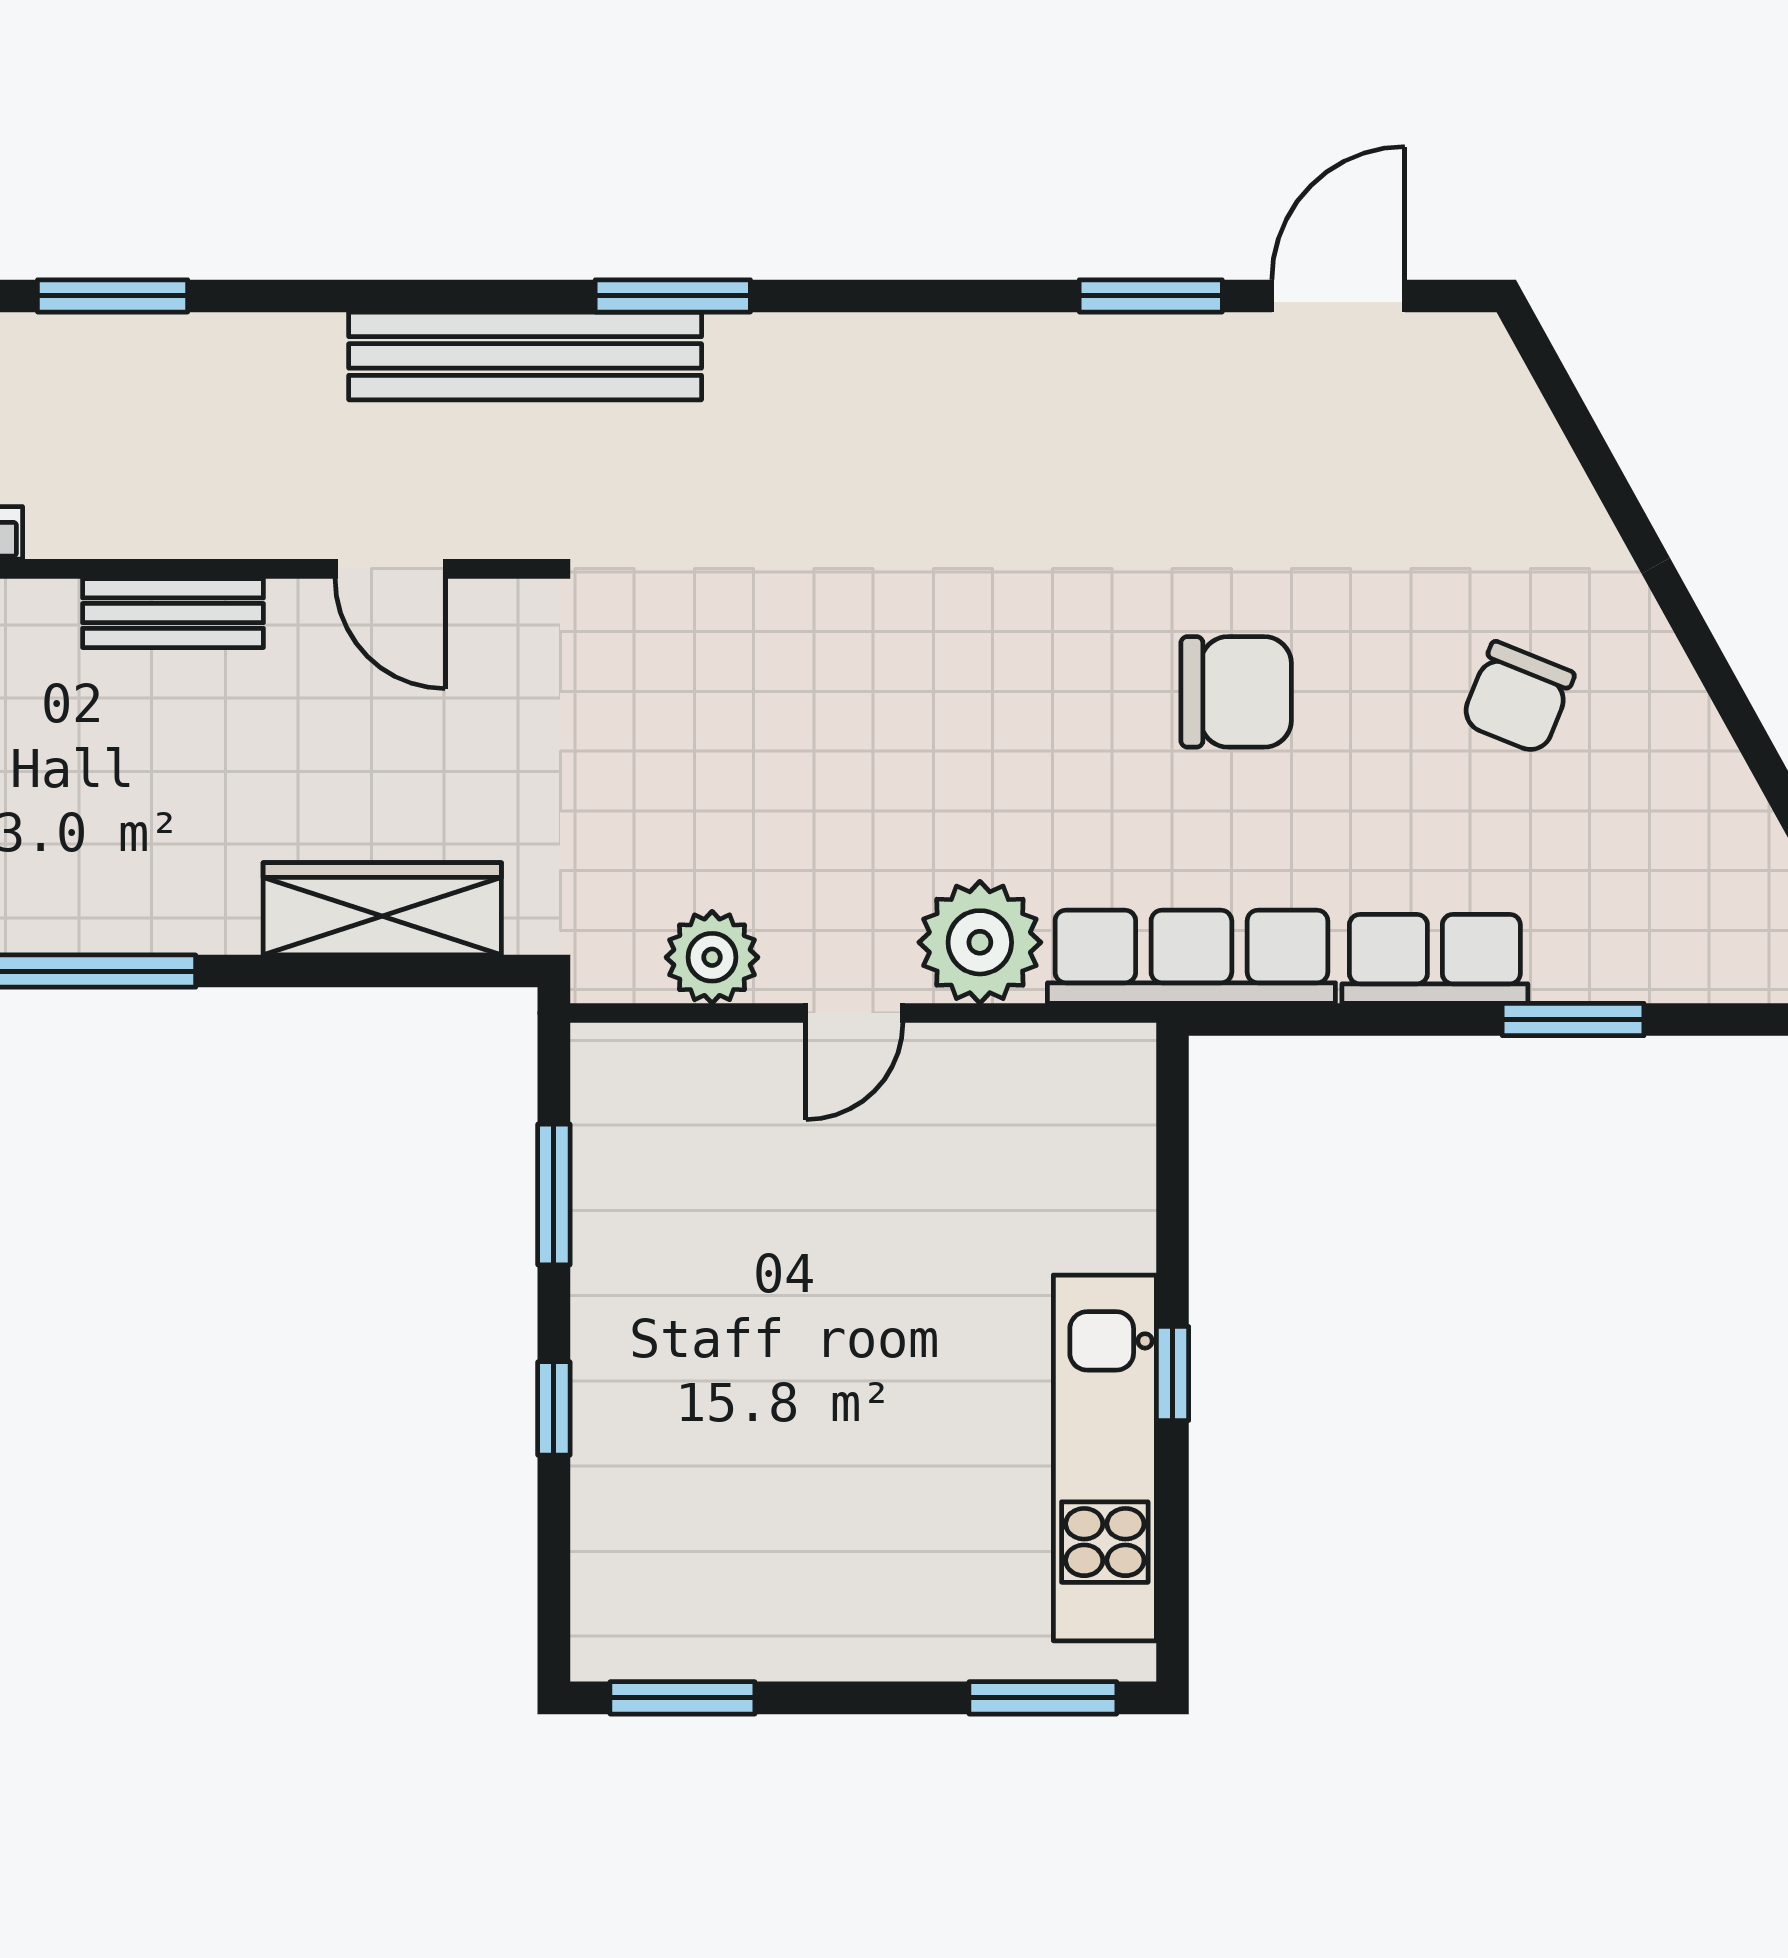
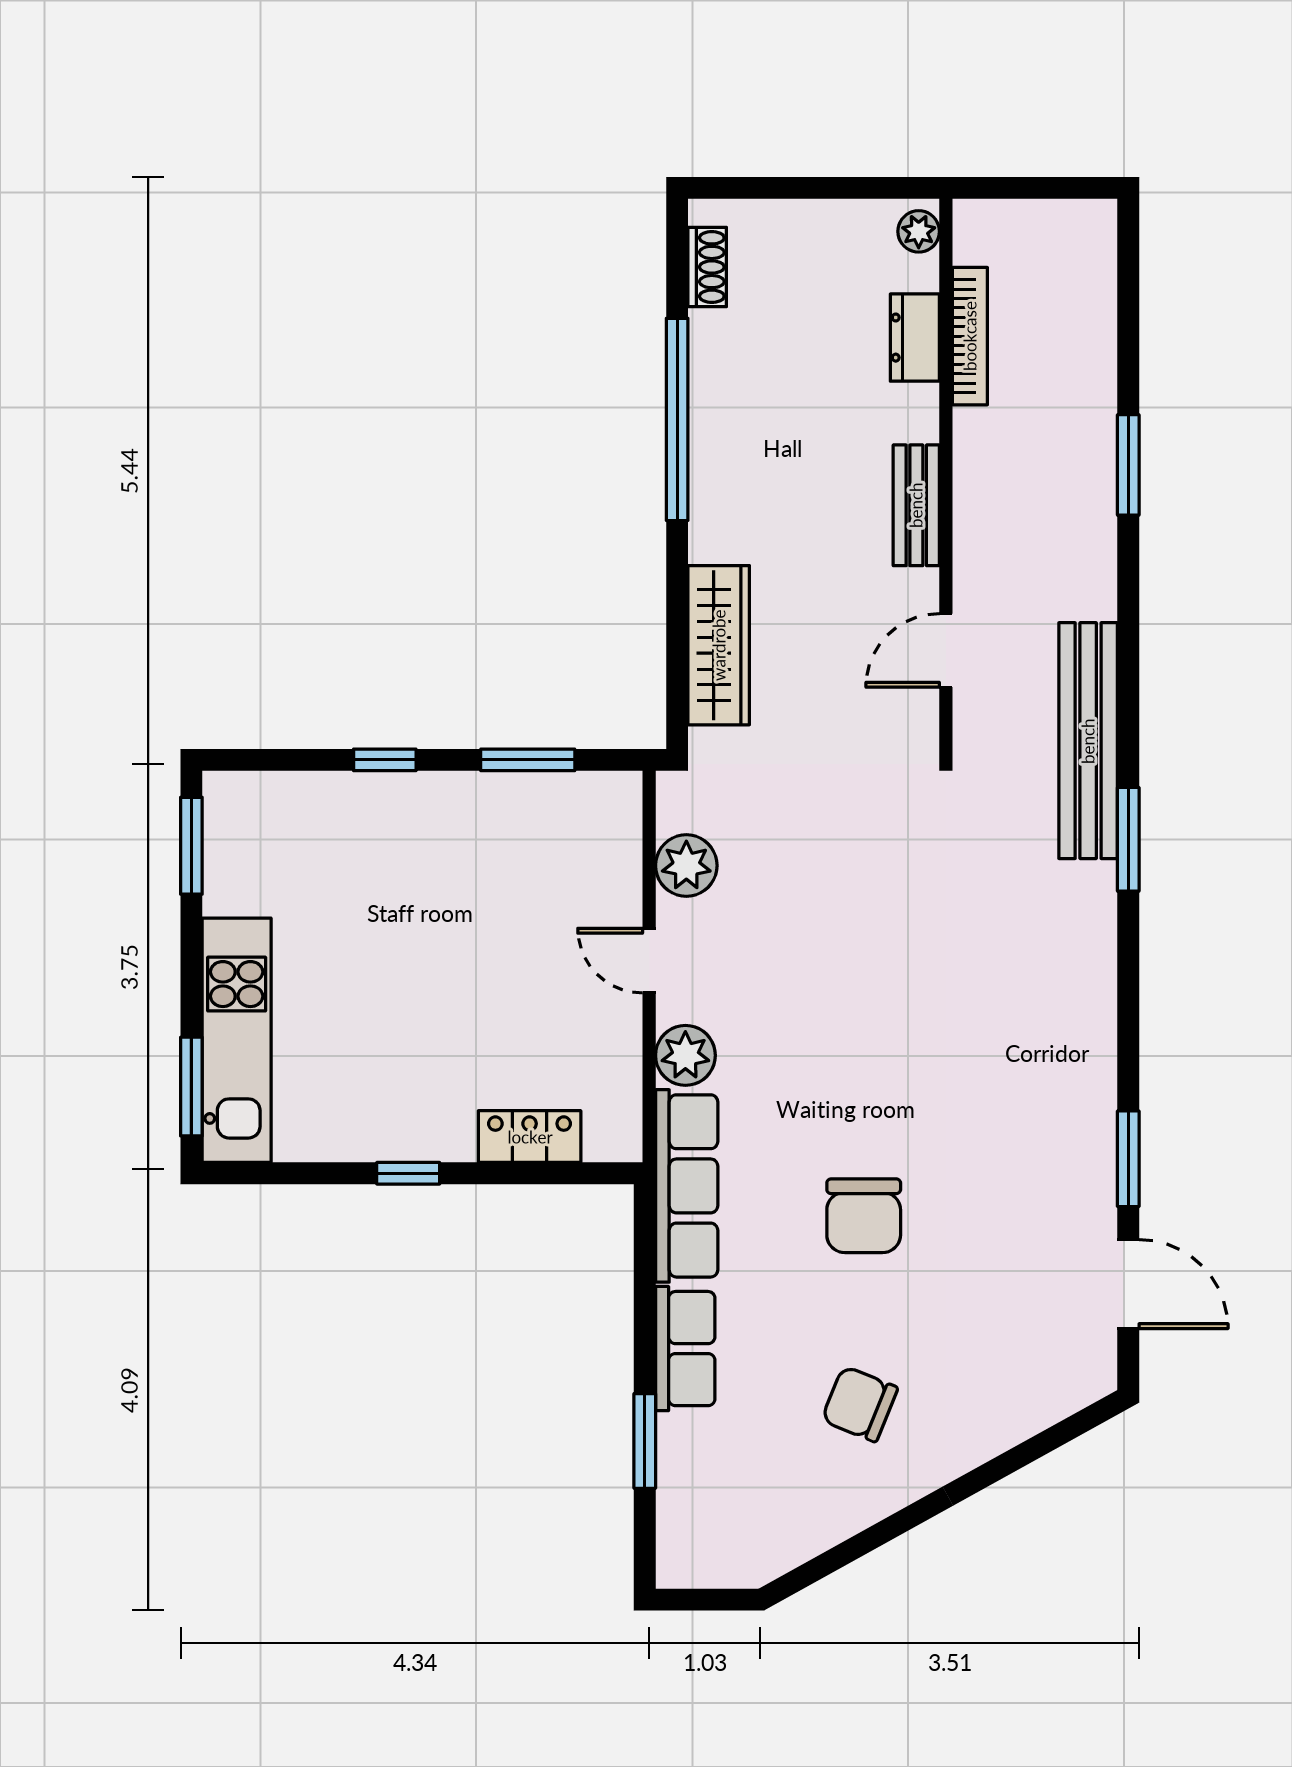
plant: (980, 942) -> (685, 1055), width x0.73, depth x0.73
locker: (1118, 1192) -> (530, 1137), added
kitchen unit: (1105, 1458) -> (237, 1040), moved, turned 90

